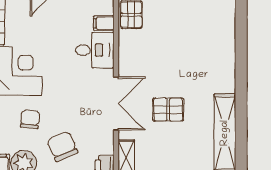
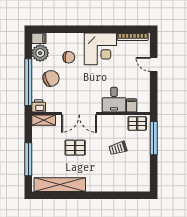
trolley: (169, 44) -> (118, 148), added
pallet: (168, 110) -> (75, 148), turned 90

